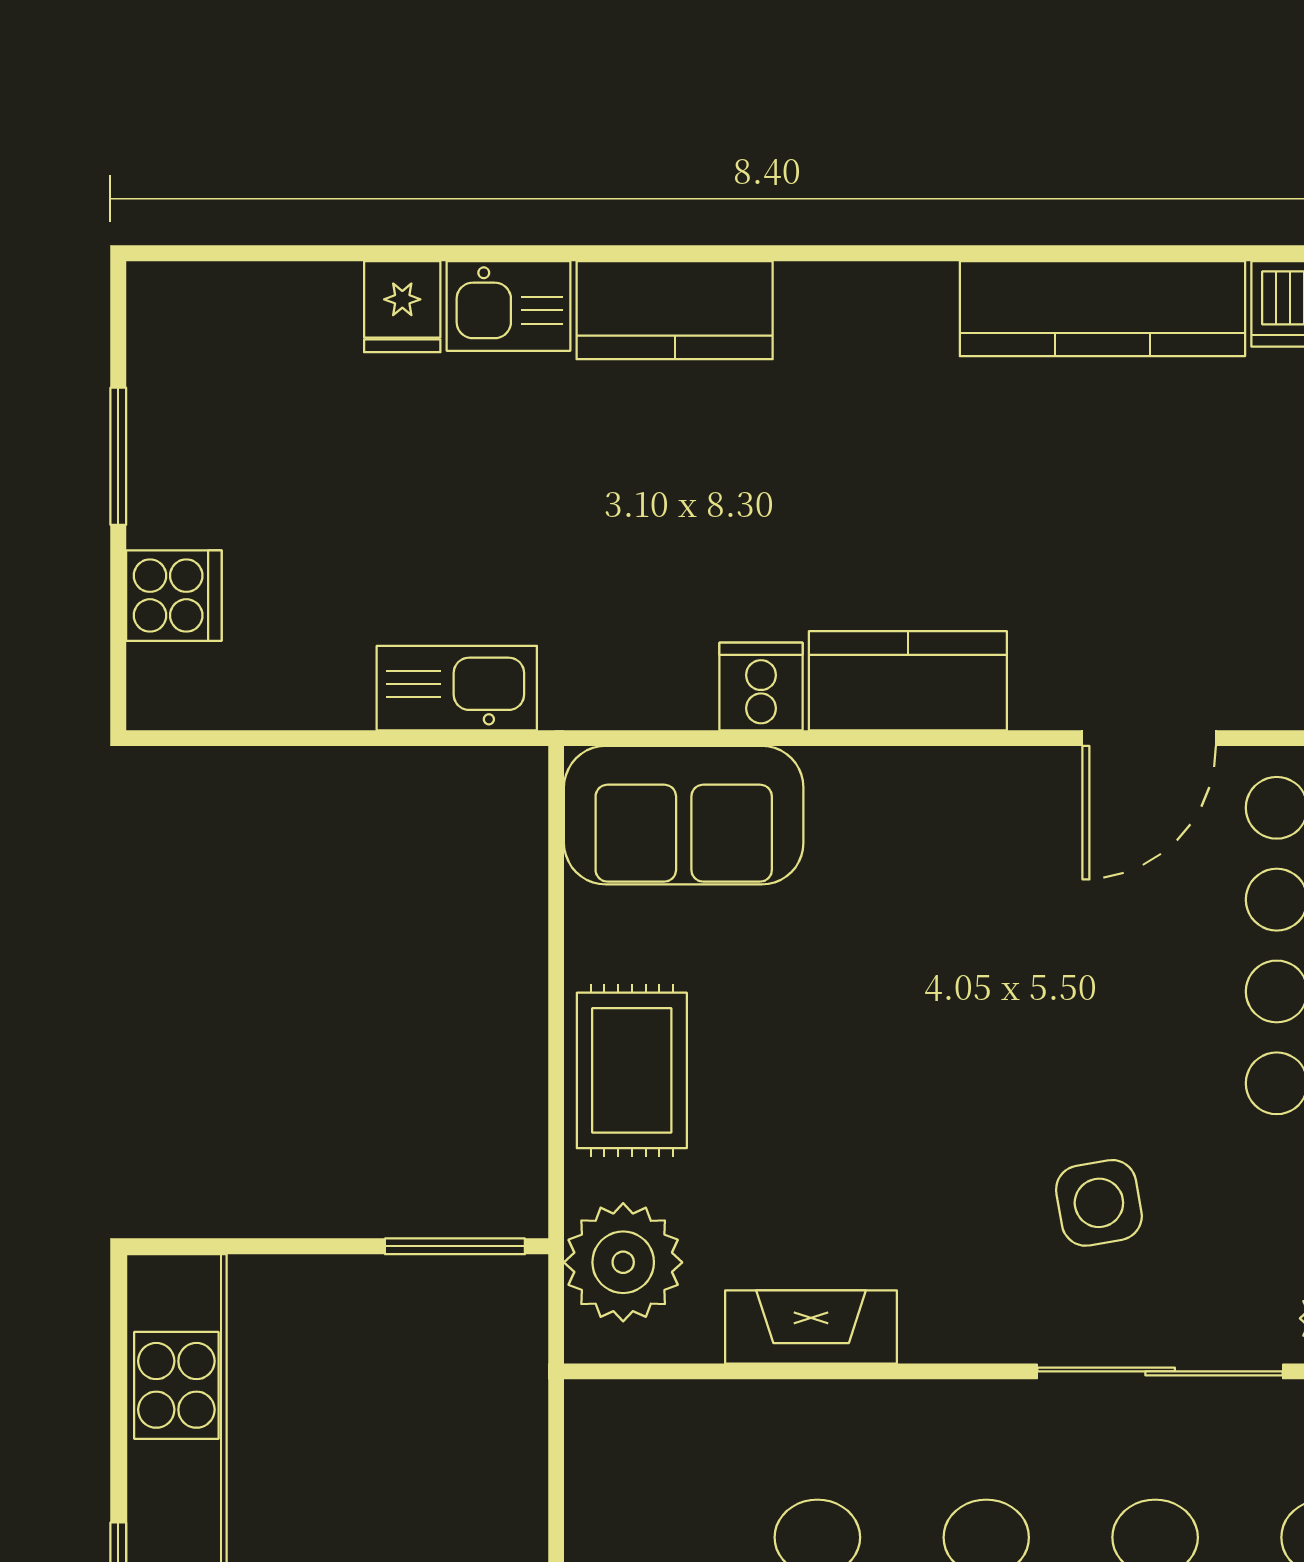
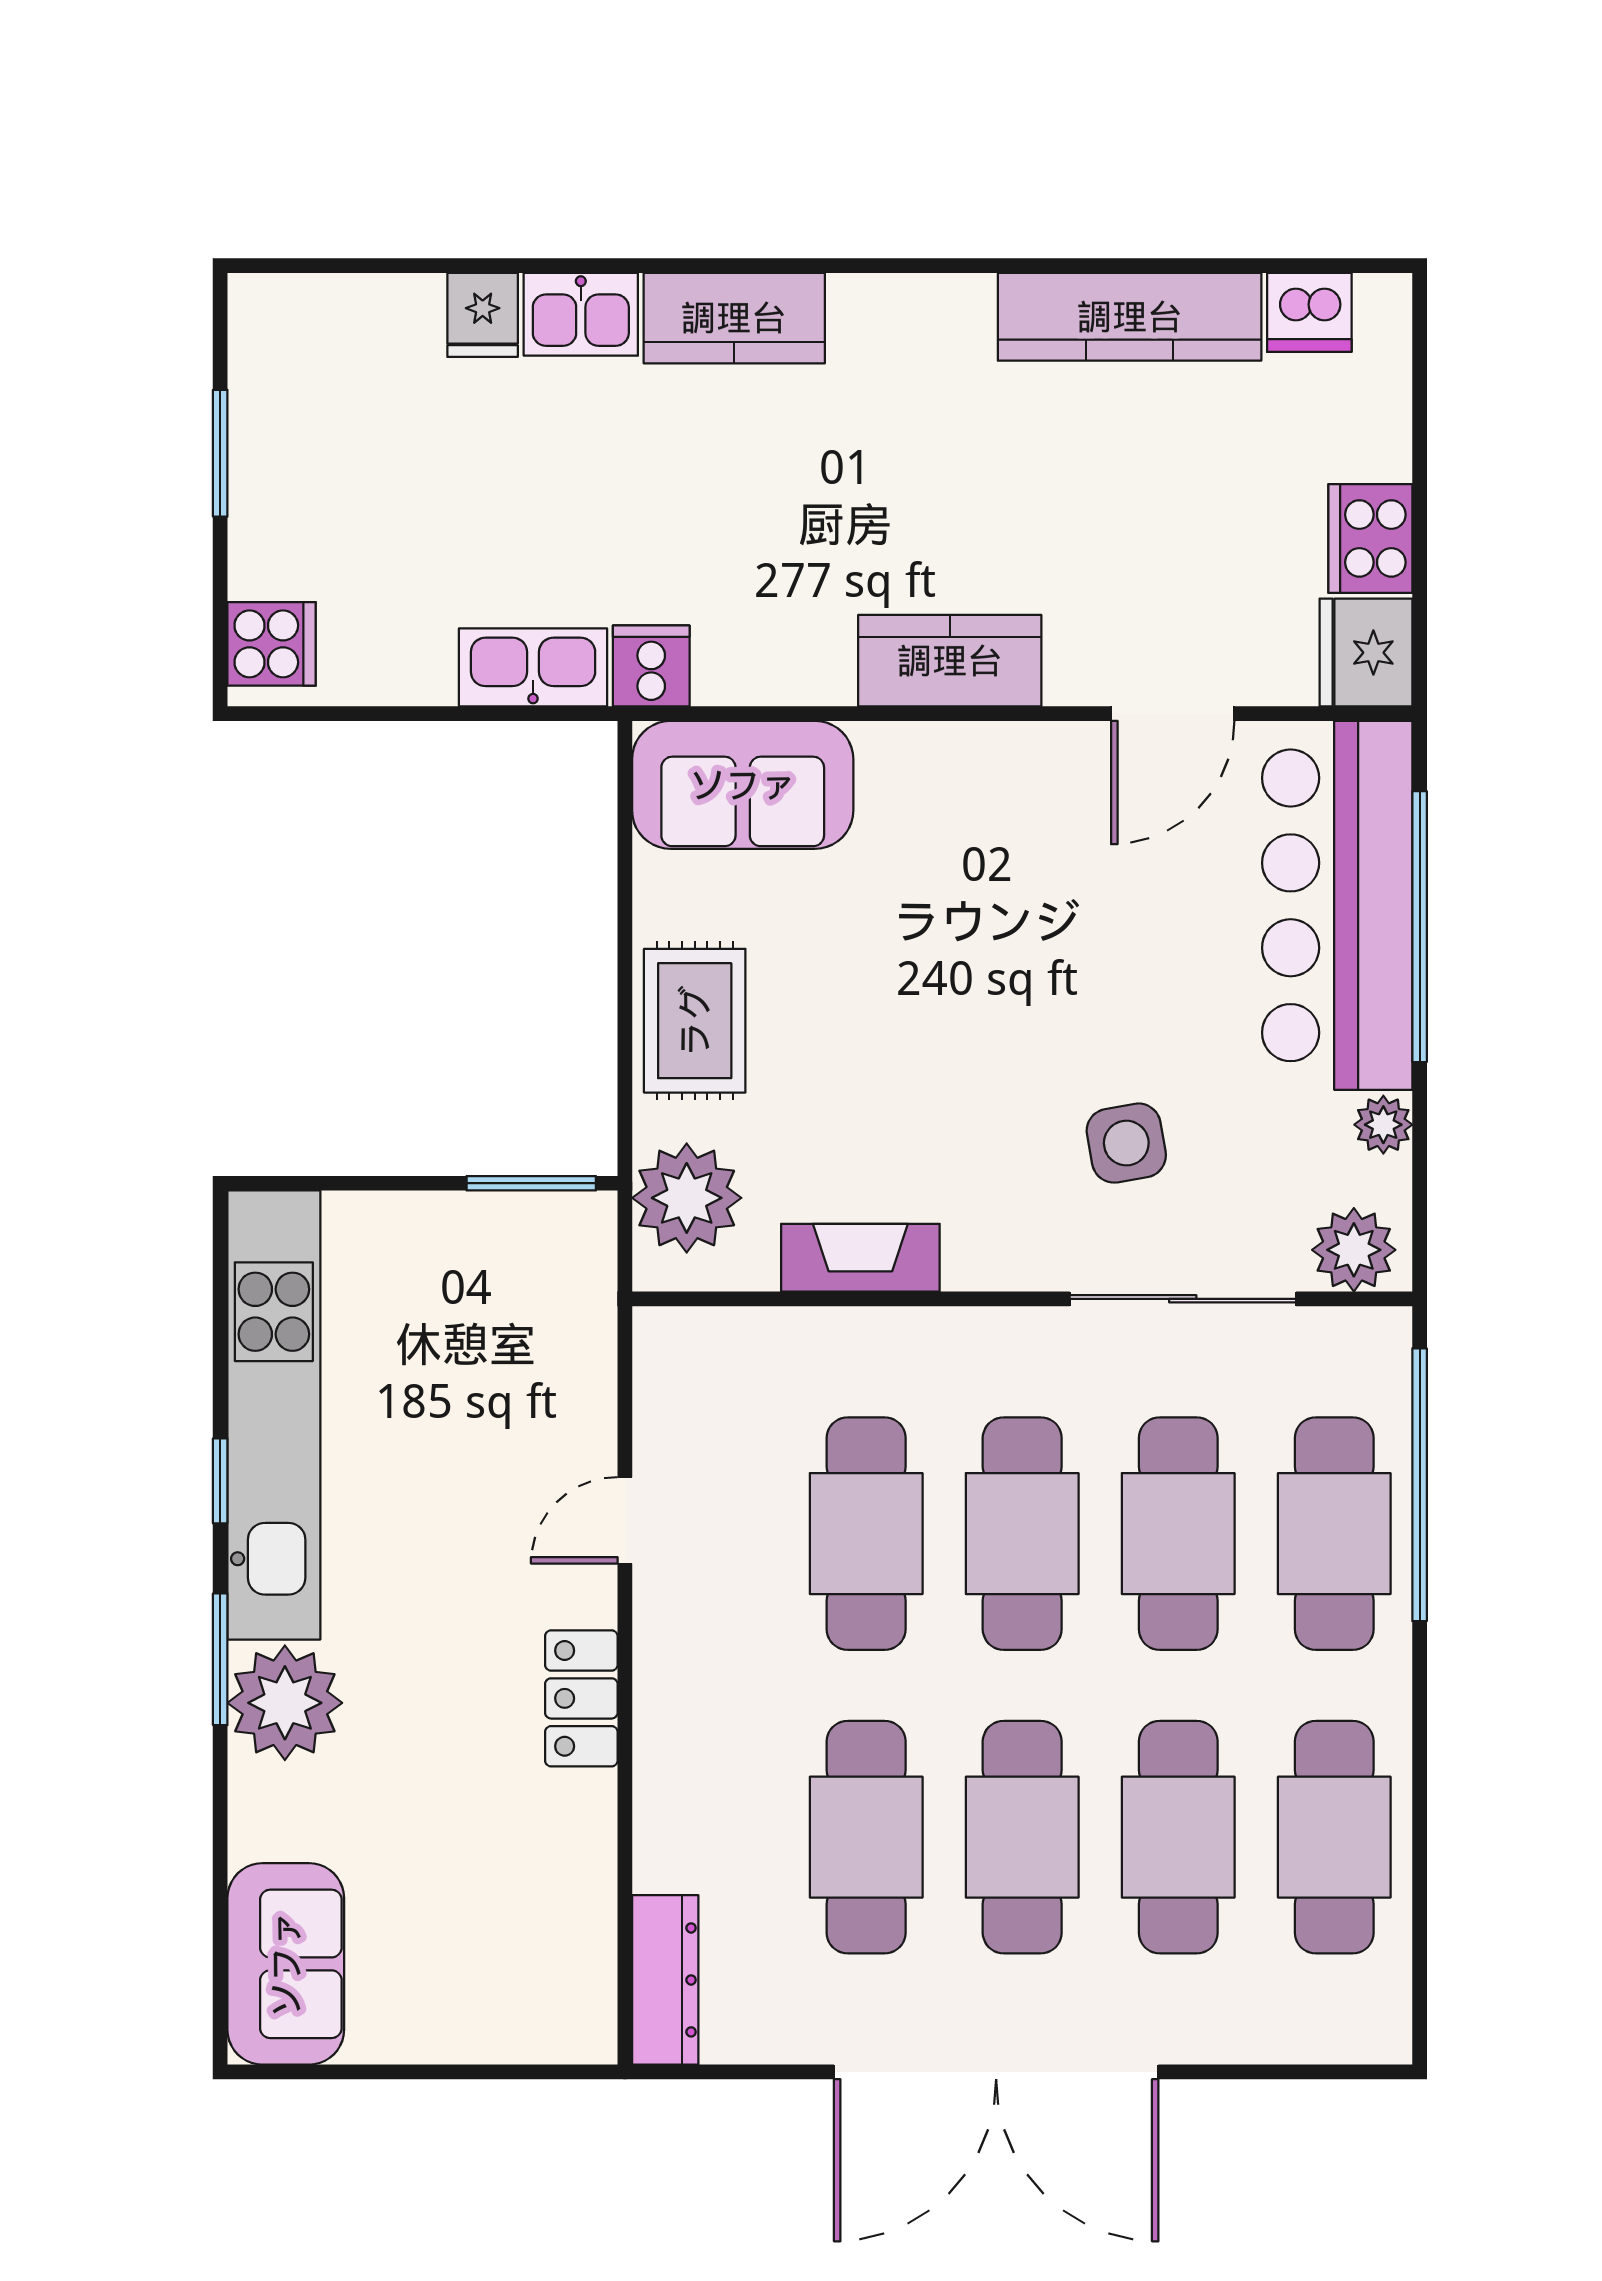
cooker: (174, 596) -> (272, 644), moved
cooker: (761, 686) -> (651, 666), moved

